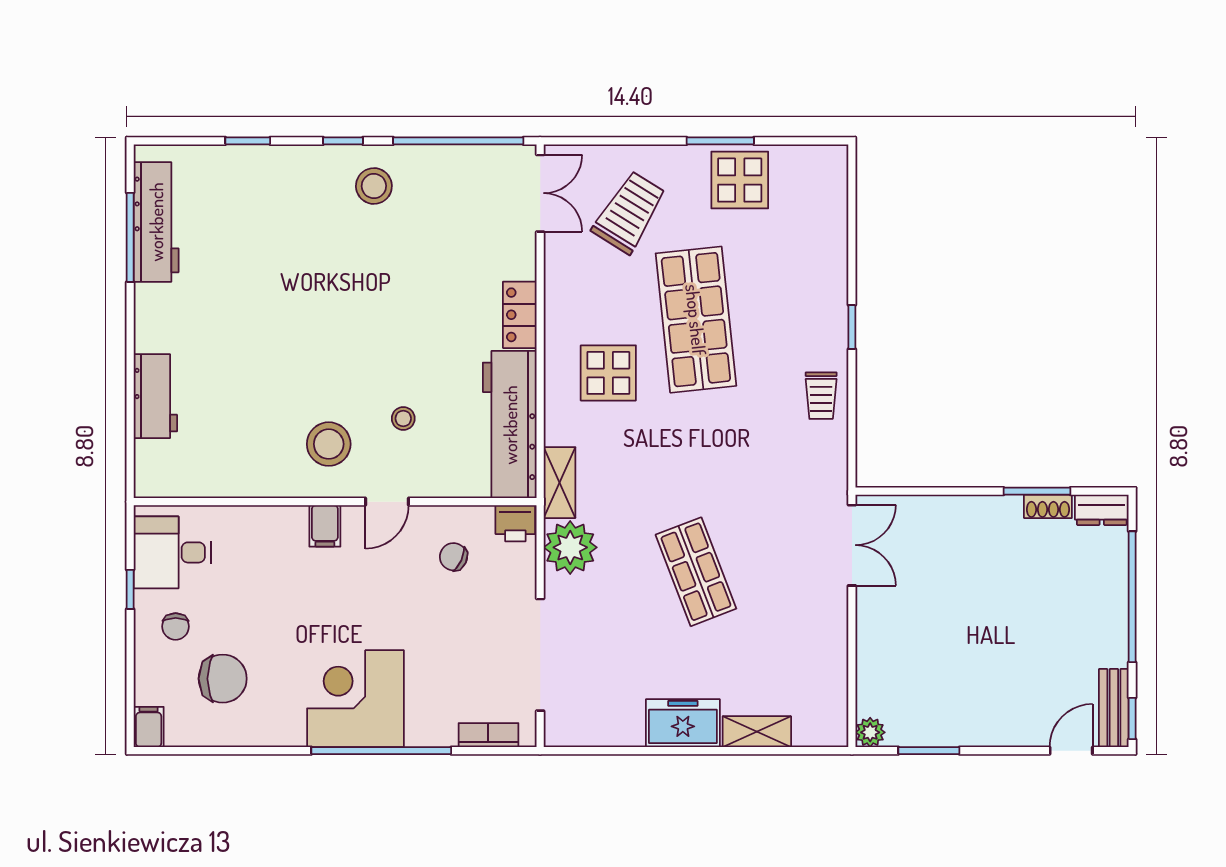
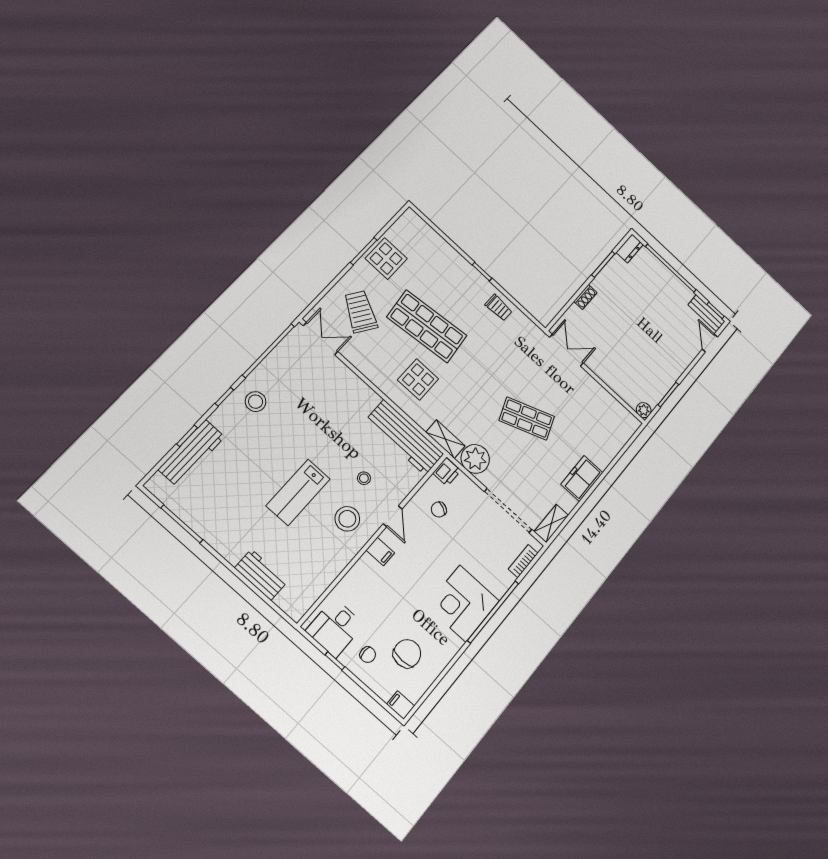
workbench: (156, 222) -> (192, 453), moved, turned 90
locker: (520, 315) -> (363, 392), removed
lab bench: (305, 349) -> (298, 492), added
shoe rack: (1048, 506) -> (585, 297), moved
shelving: (757, 732) -> (551, 523), moved

